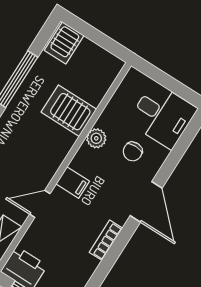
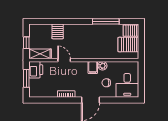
server rack: (69, 111) -> (128, 45), moved, turned -90
filing cabinet: (73, 183) -> (93, 68), moved

